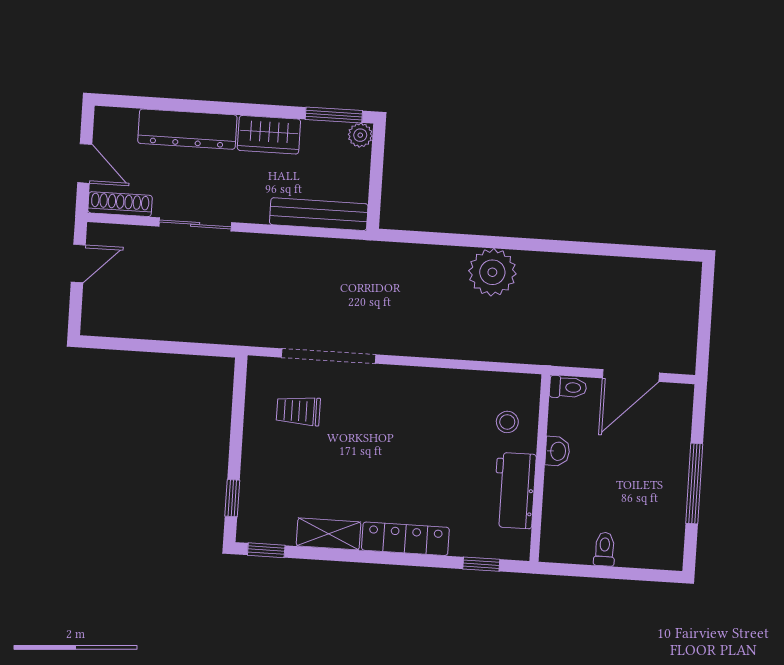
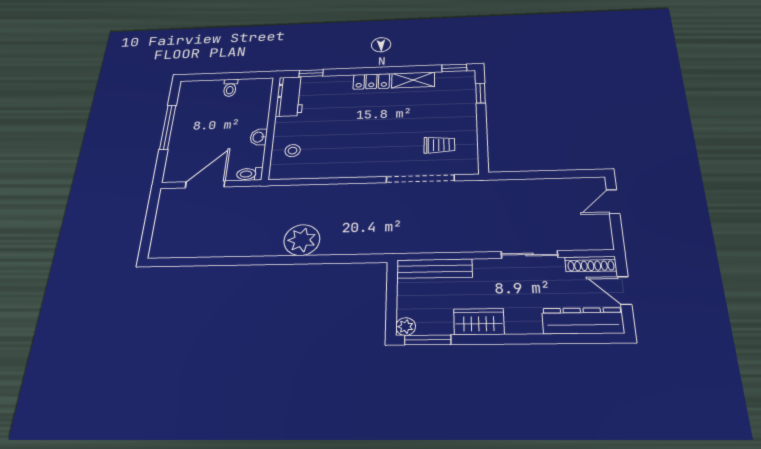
dresser: (187, 129) -> (583, 321), moved
door: (78, 263) -> (613, 202), moved
workbench: (515, 491) -> (290, 96), moved
locker: (405, 539) -> (371, 81), width x0.66

